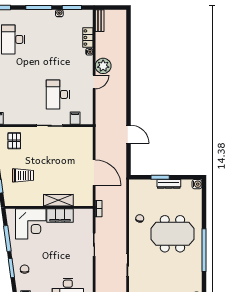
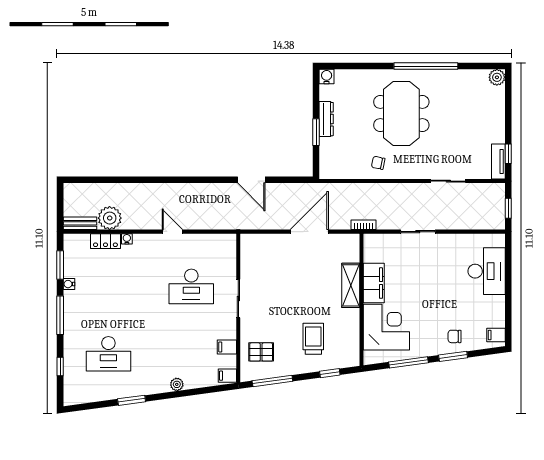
plant: (103, 66) -> (110, 218), moved
filing cabinet: (75, 118) -> (227, 347), moved
door: (128, 134) -> (251, 180), swing flipped

